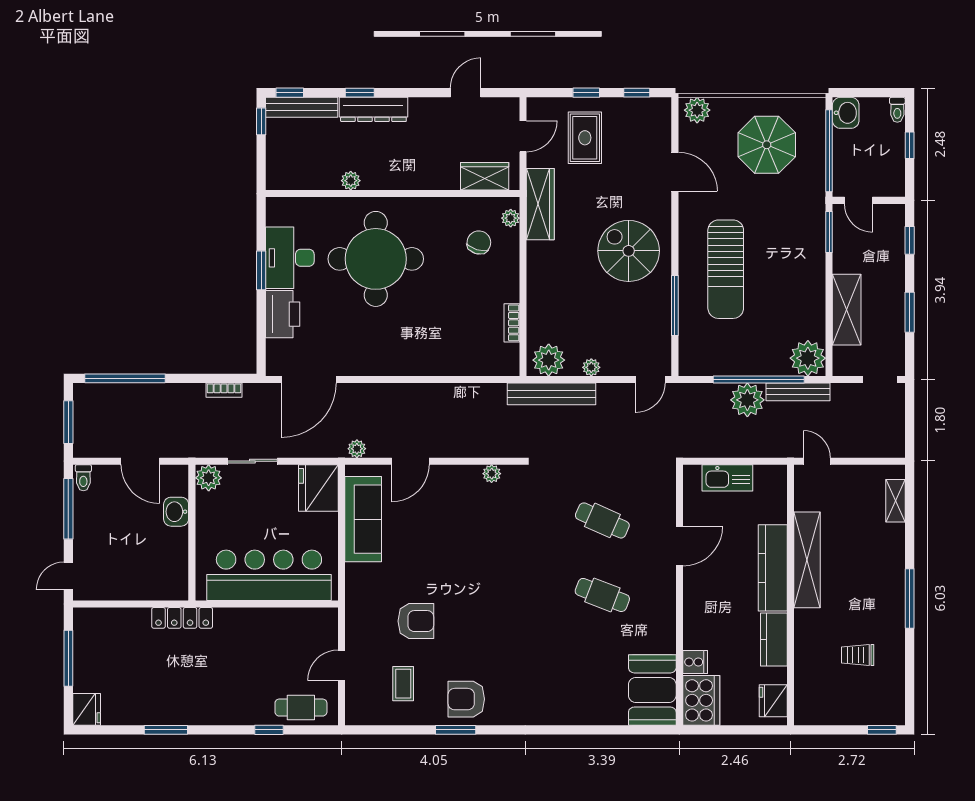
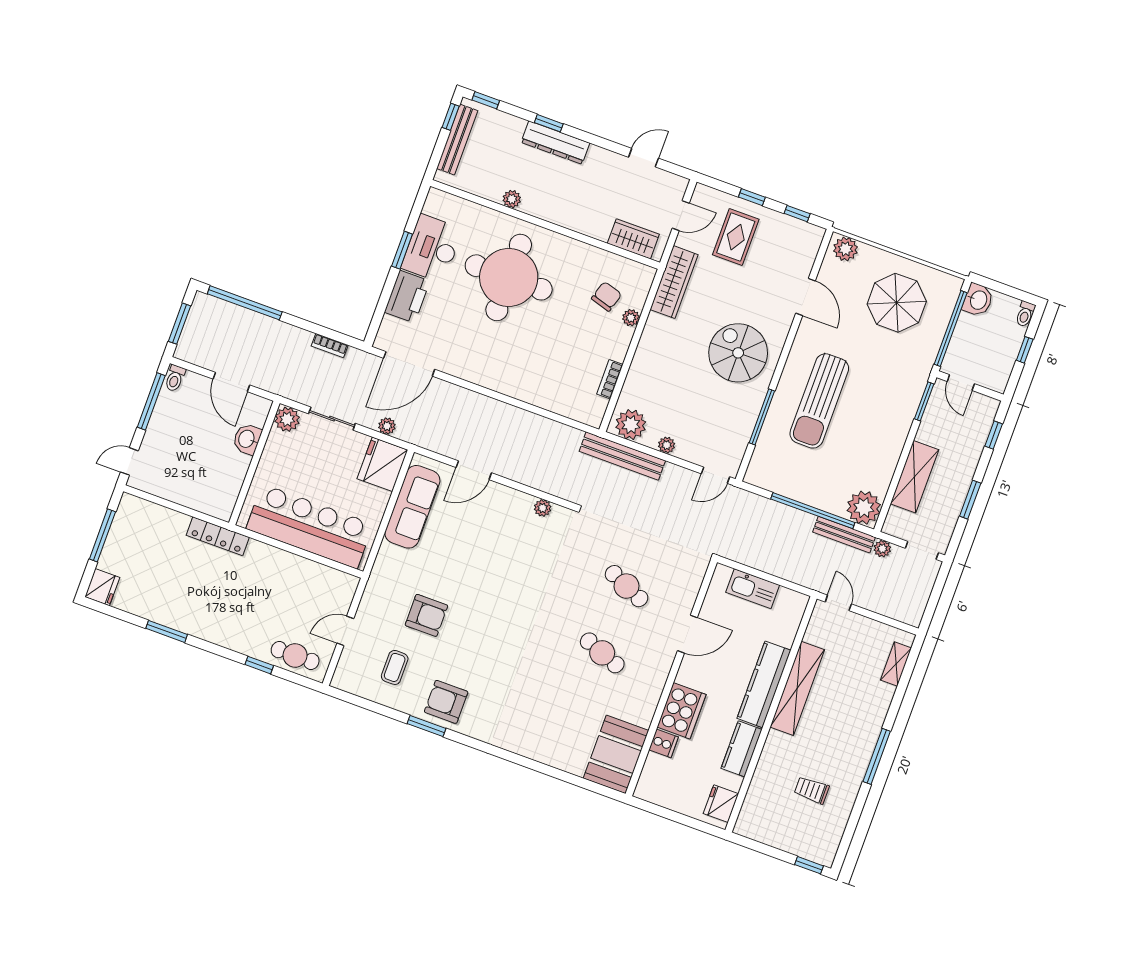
bench: (302, 107) -> (457, 140), moved, turned 90
plant: (511, 218) -> (631, 318), moved
plant: (747, 400) -> (882, 549), moved, width x0.53, depth x0.53
plant: (357, 449) -> (387, 426), moved
cooker: (701, 700) -> (682, 711), moved

